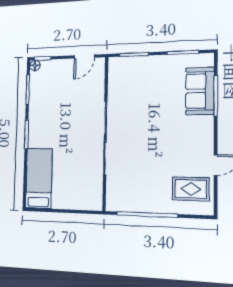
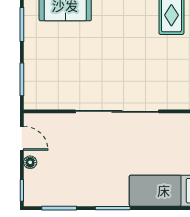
floor lamp: (35, 65) -> (30, 162), moved

